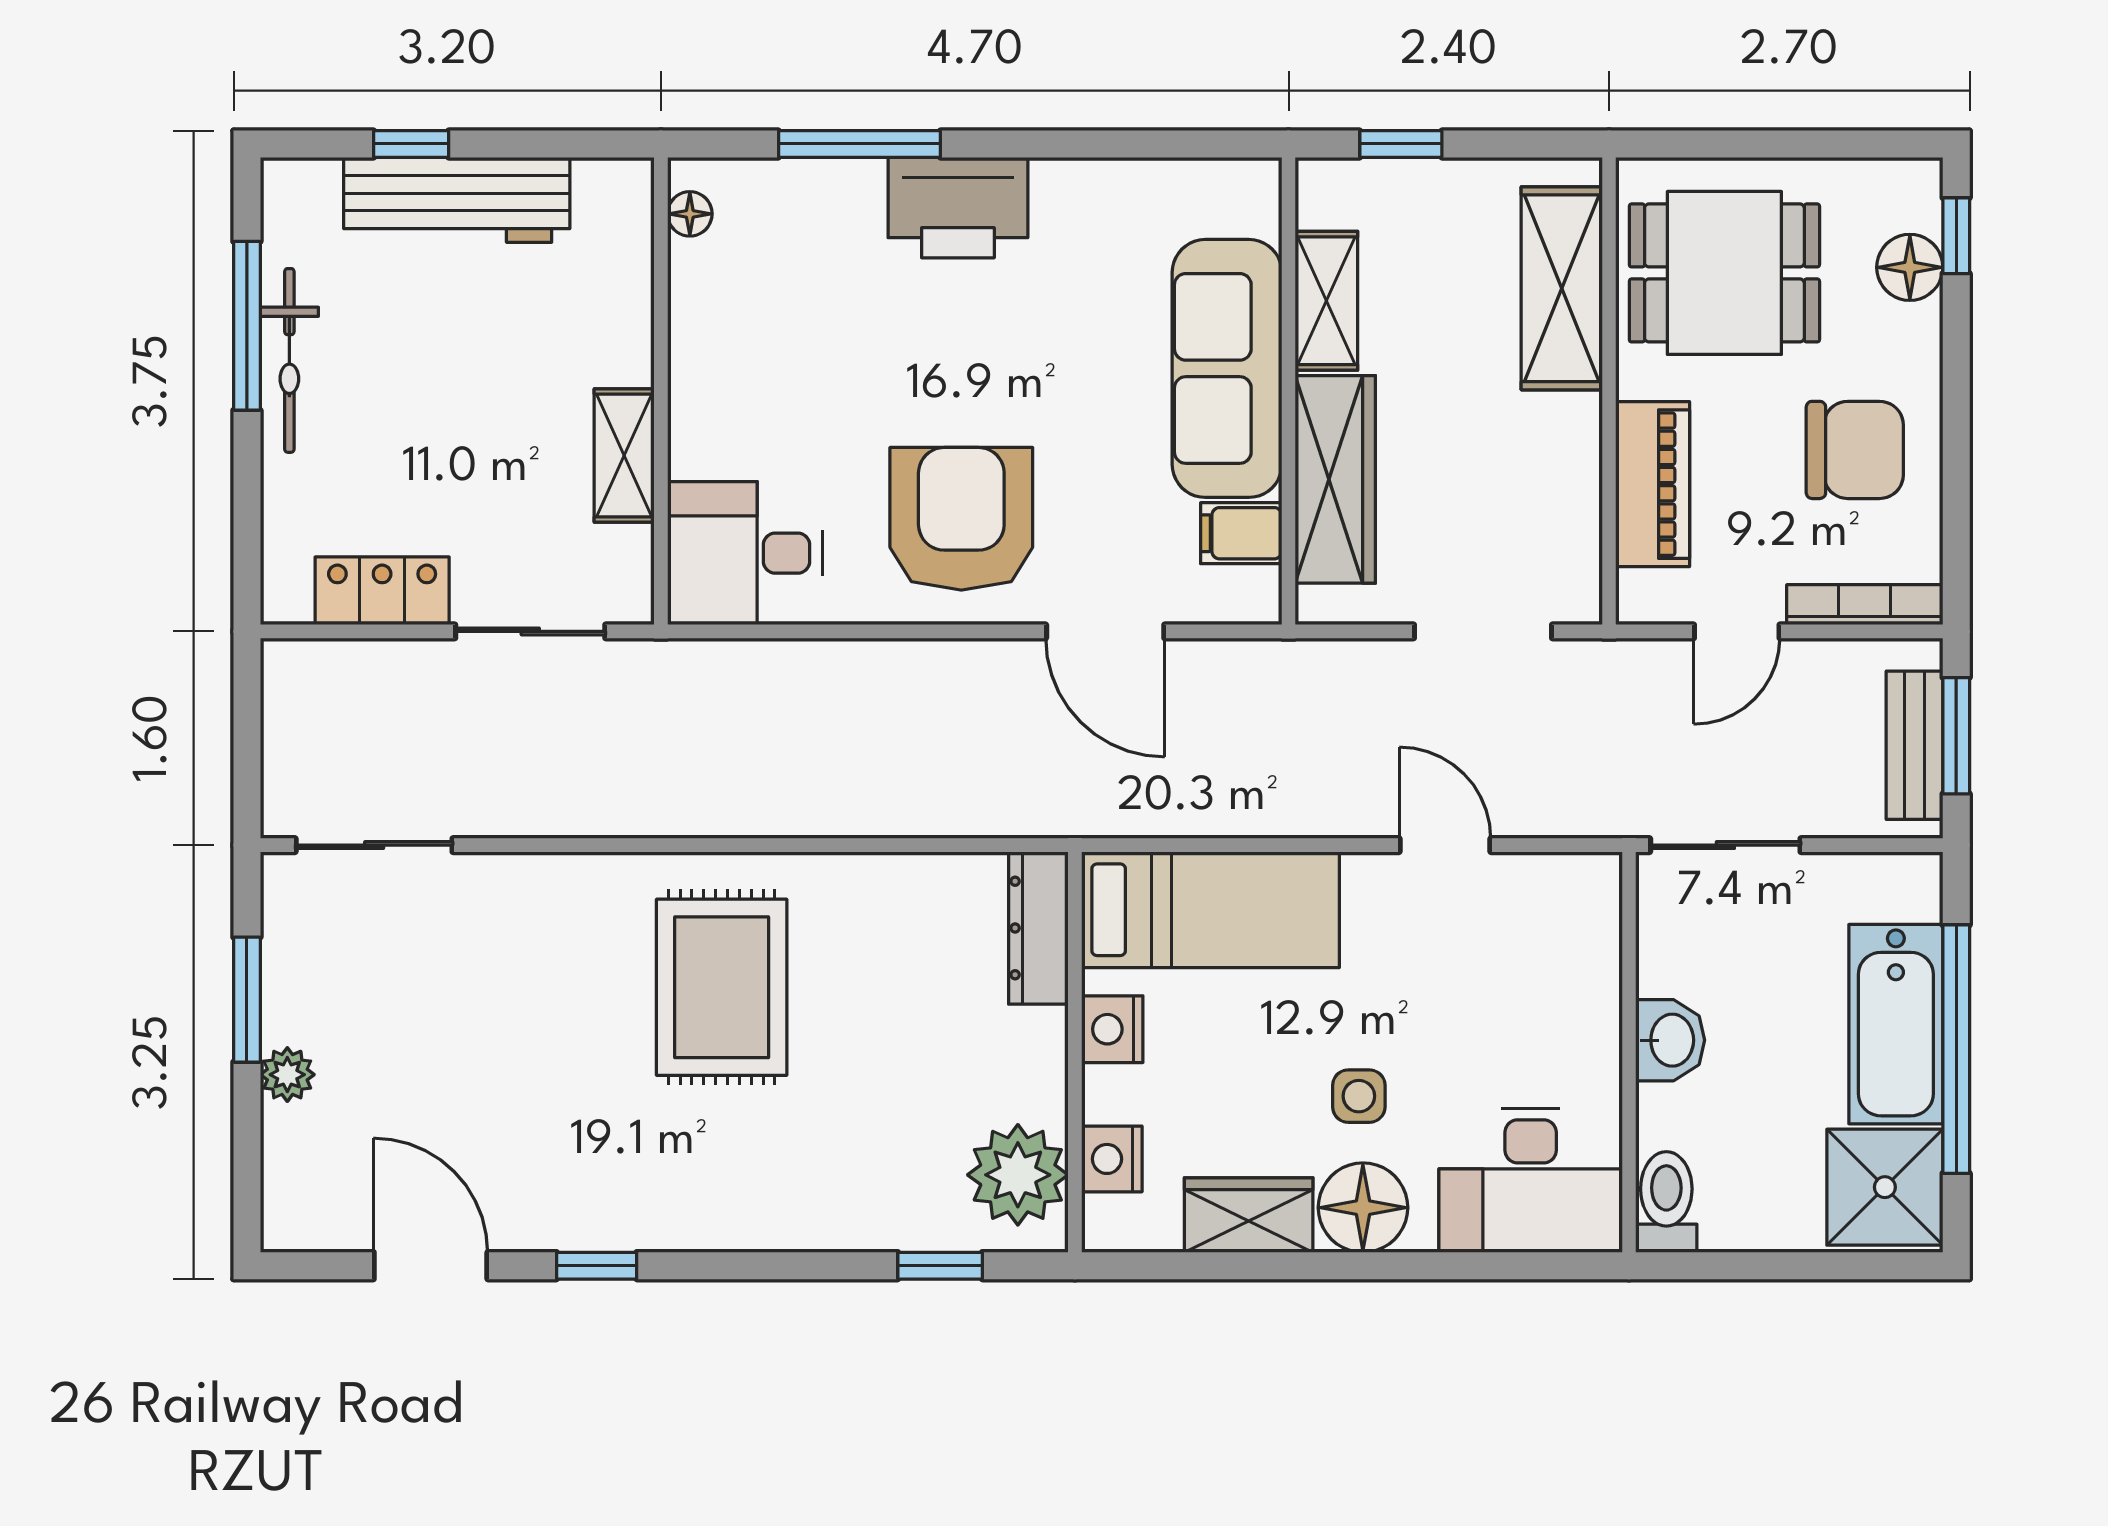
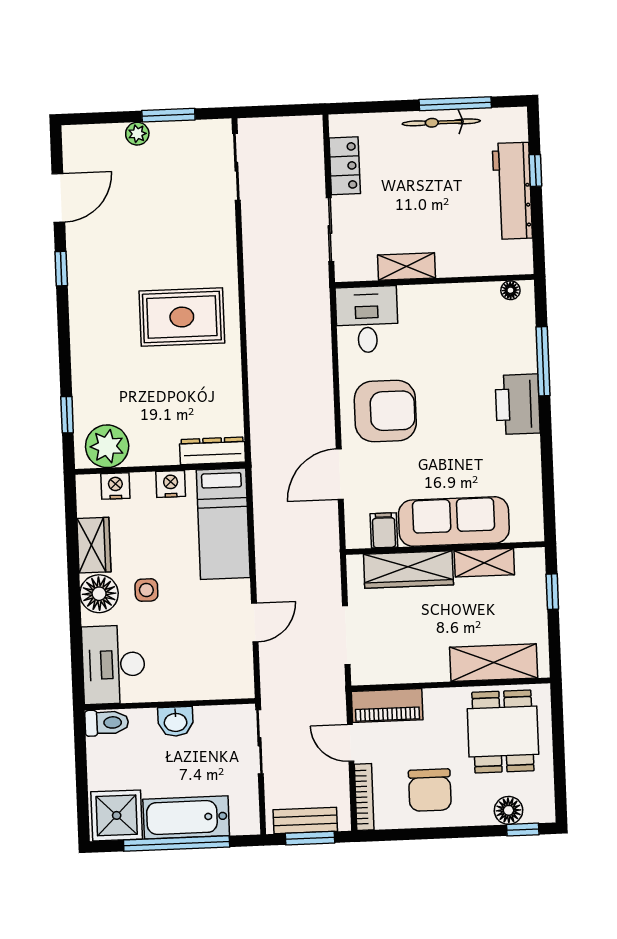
piano: (1653, 484) -> (387, 706), moved

